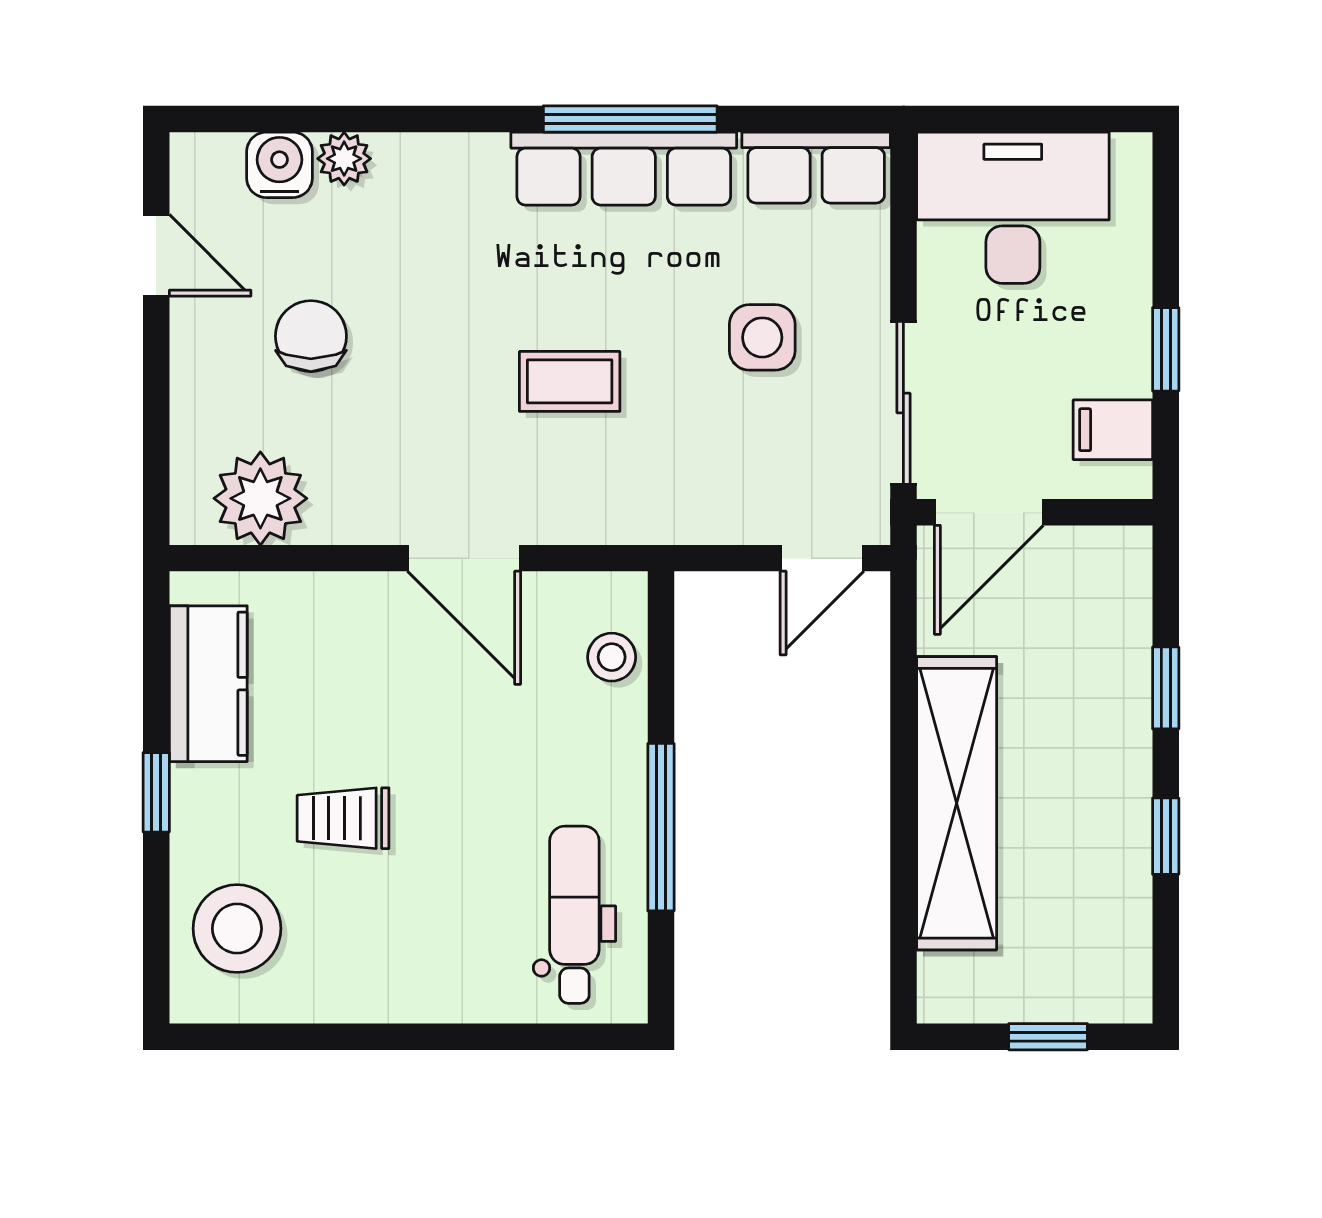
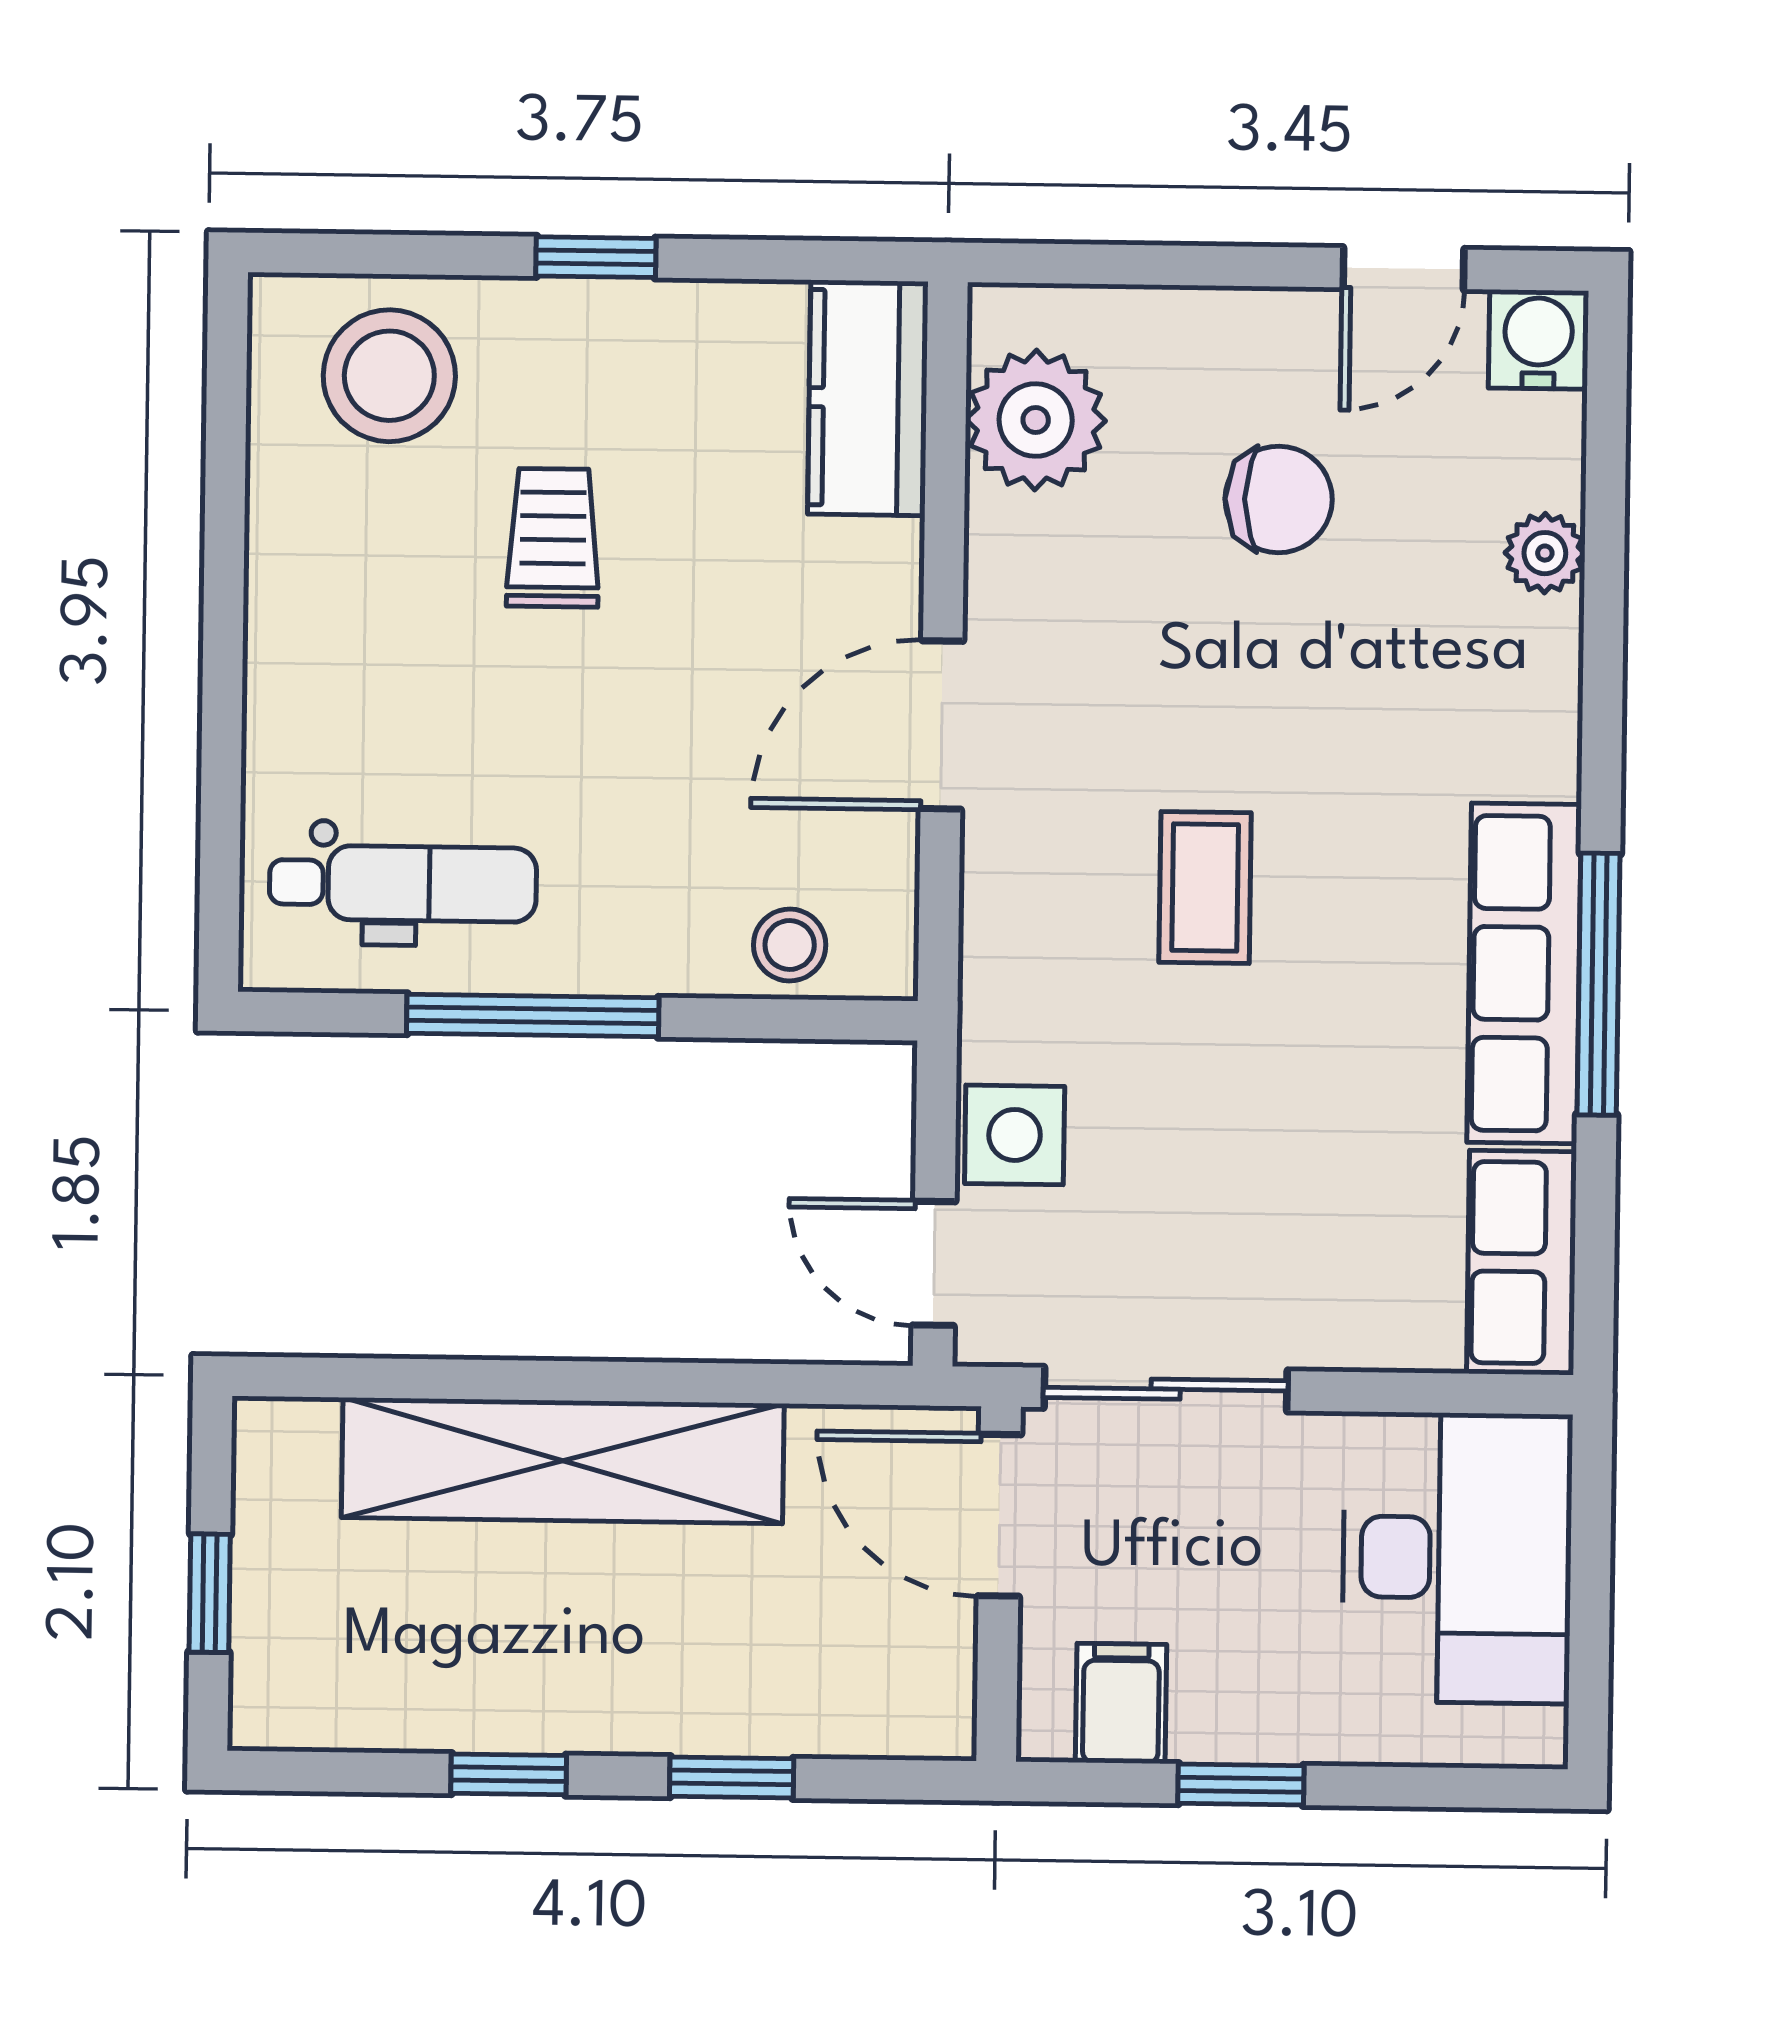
water cooler: (279, 165) -> (1538, 339), moved, turned -90
side table: (762, 337) -> (1015, 1135), moved
kitchen counter: (208, 684) -> (868, 398), moved, turned 90

